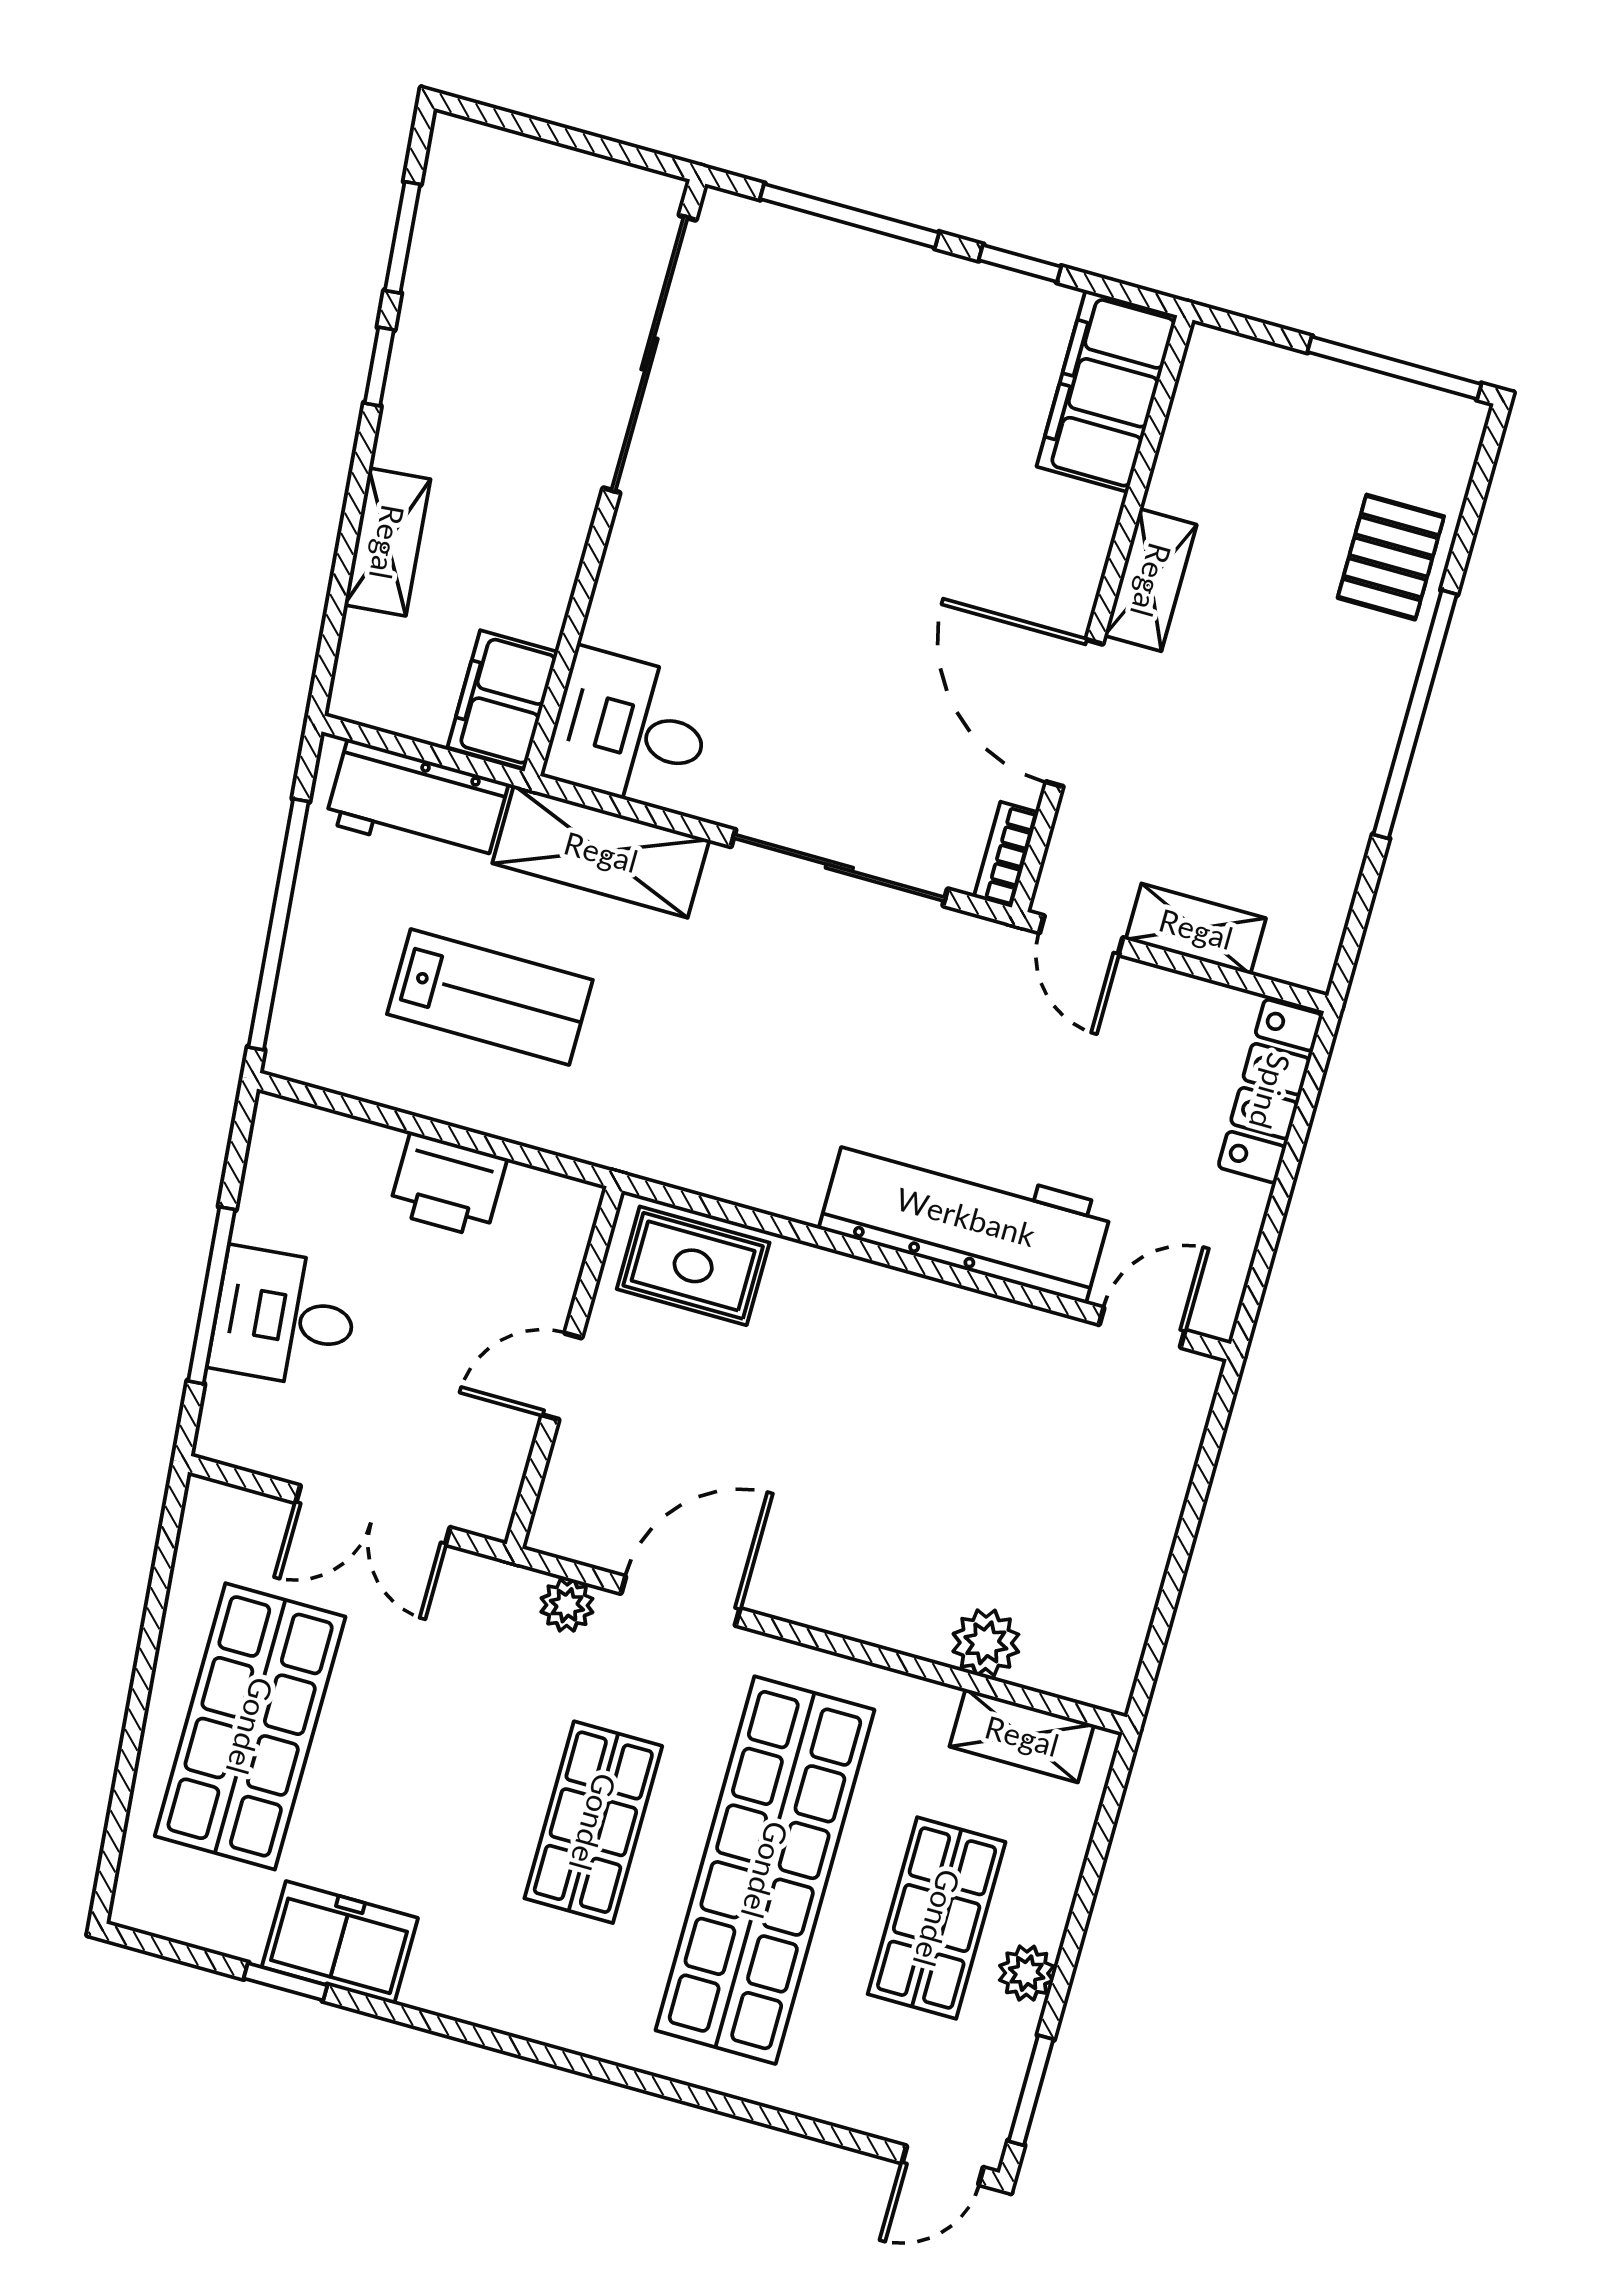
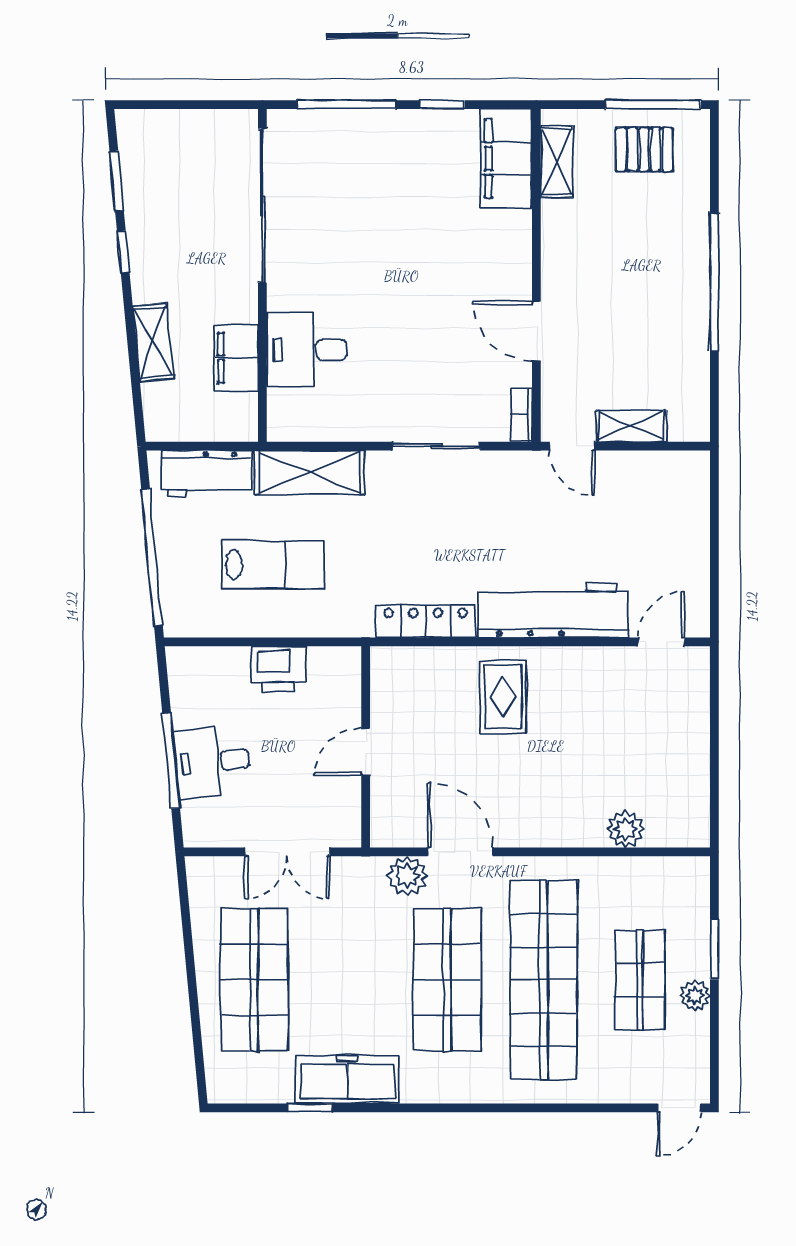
pallet: (1391, 557) -> (644, 149), moved, turned 90
shelving: (1151, 580) -> (557, 162), moved
filing cabinet: (503, 700) -> (236, 358), moved
door: (1075, 713) -> (536, 331), width x0.73
desk: (630, 730) -> (307, 350), moved
sliding door: (839, 868) -> (436, 446), width x0.73
locker: (1270, 1091) -> (426, 621), moved, turned 90
rug: (693, 1266) -> (503, 697), moved, turned 90
door: (680, 1601) -> (460, 852), hinge flipped
plant: (567, 1605) -> (407, 876), width x1.38, depth x1.38
shelving: (1022, 1736) -> (658, 872), removed
shop shelf: (593, 1822) -> (447, 980), width x1.43, depth x1.36
freezer: (340, 1942) -> (347, 1080), width x1.40
window: (1031, 2090) -> (714, 949), moved

